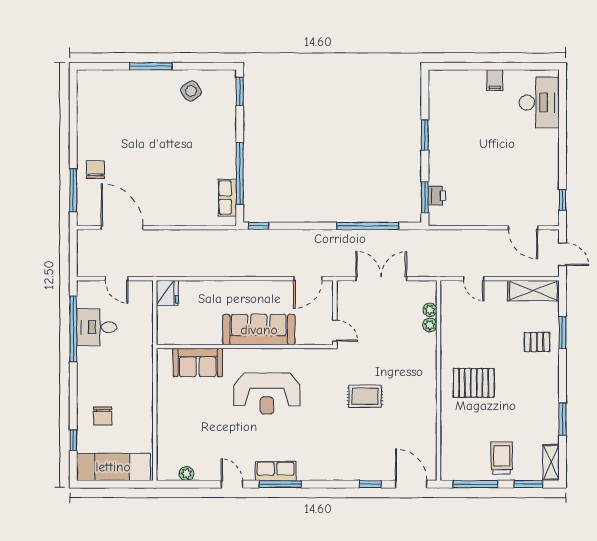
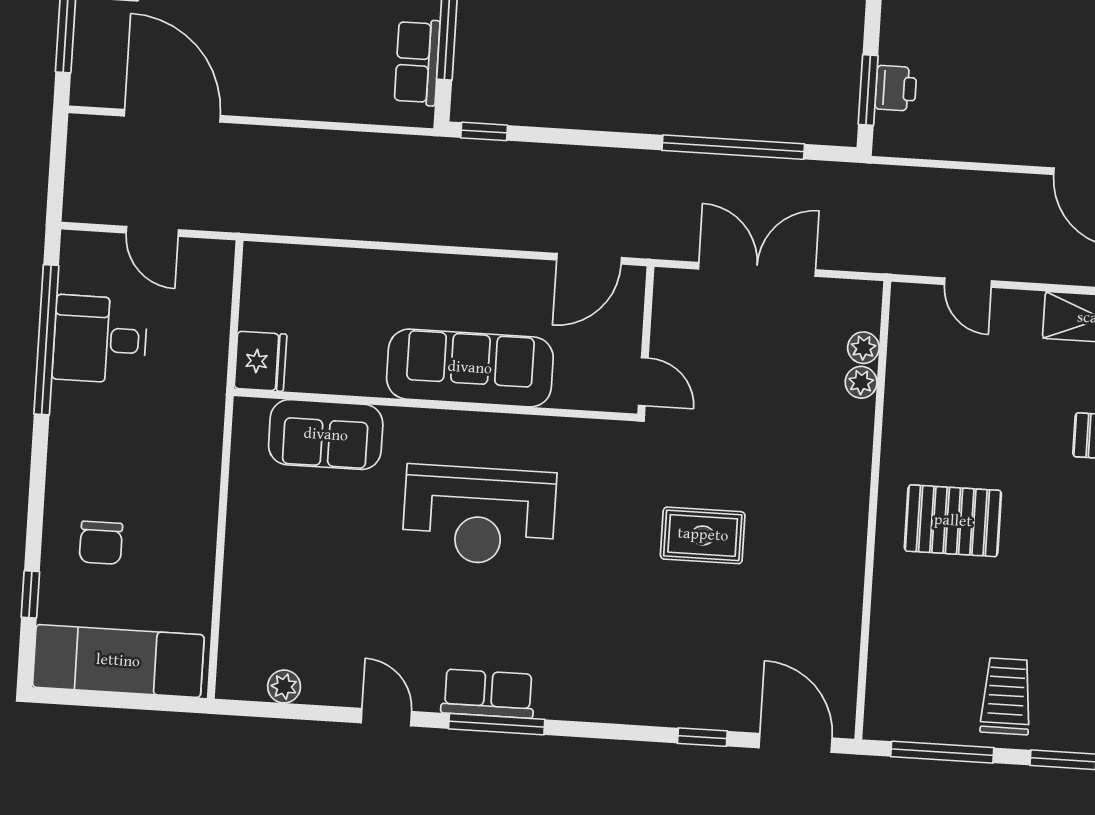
fridge: (167, 293) -> (260, 361), moved

